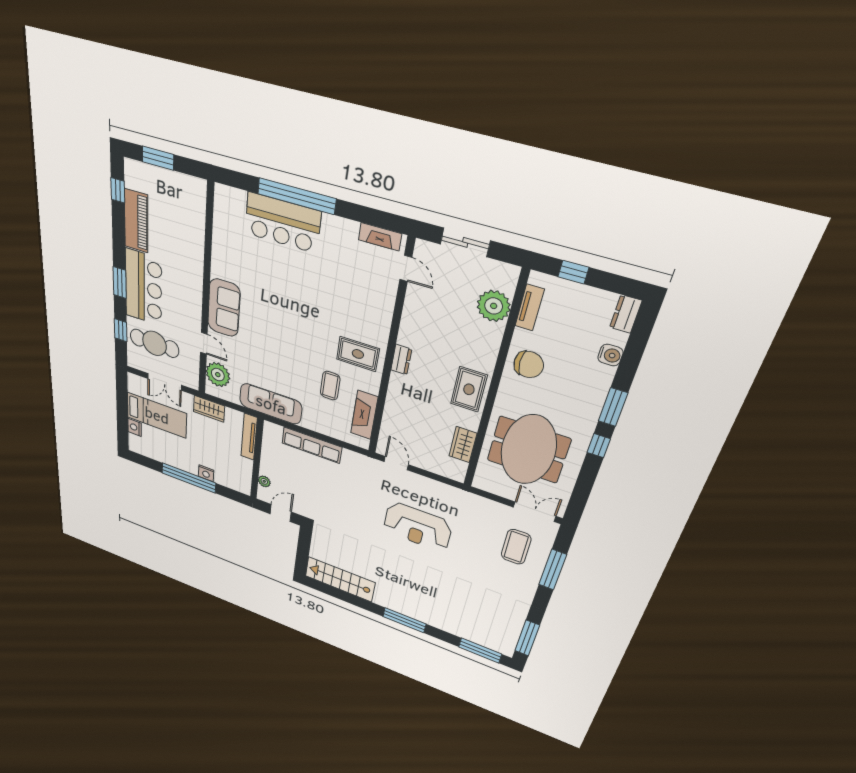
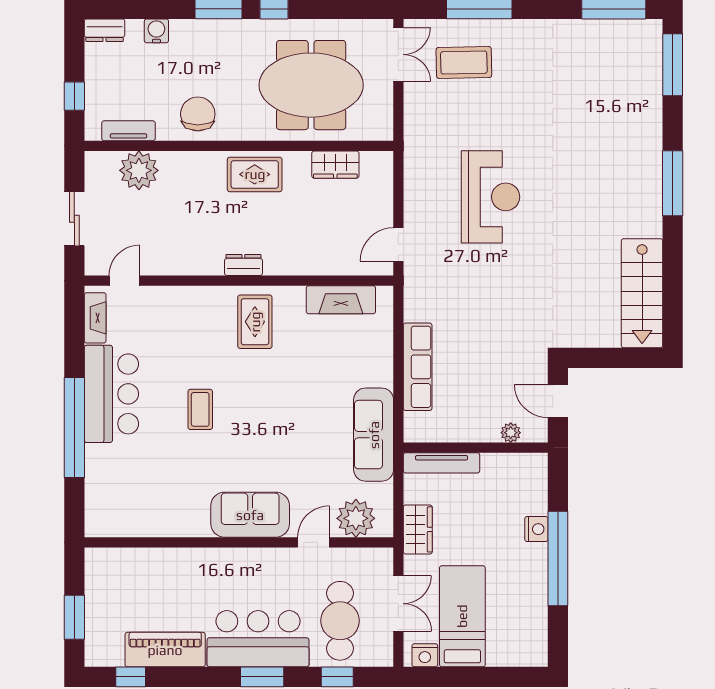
bar counter: (282, 223) -> (111, 394), moved
coffee table: (330, 386) -> (200, 409), moved, turned 90
nightstand: (135, 427) -> (425, 655), moved
double door: (535, 512) -> (398, 54), swing flipped

